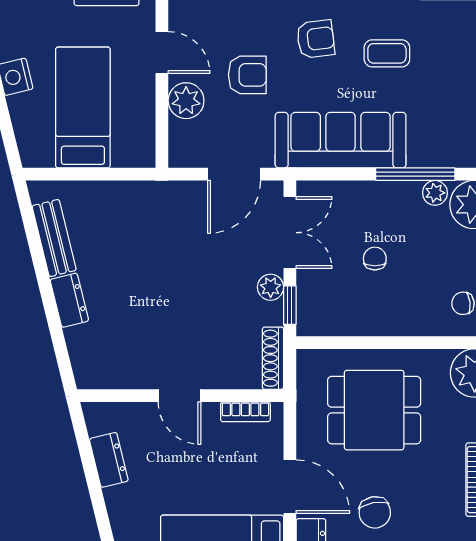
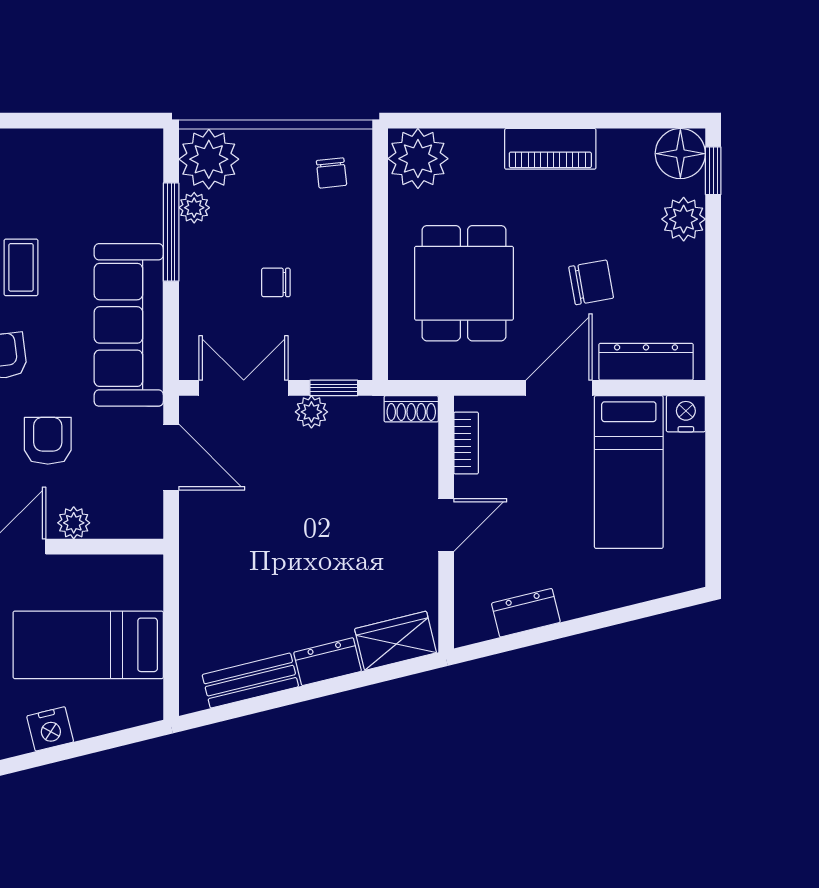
plant: (186, 101) -> (74, 523), width x0.73, depth x0.73
wardrobe: (86, 355) -> (396, 641), added
shoe rack: (273, 358) -> (411, 409), width x0.70

